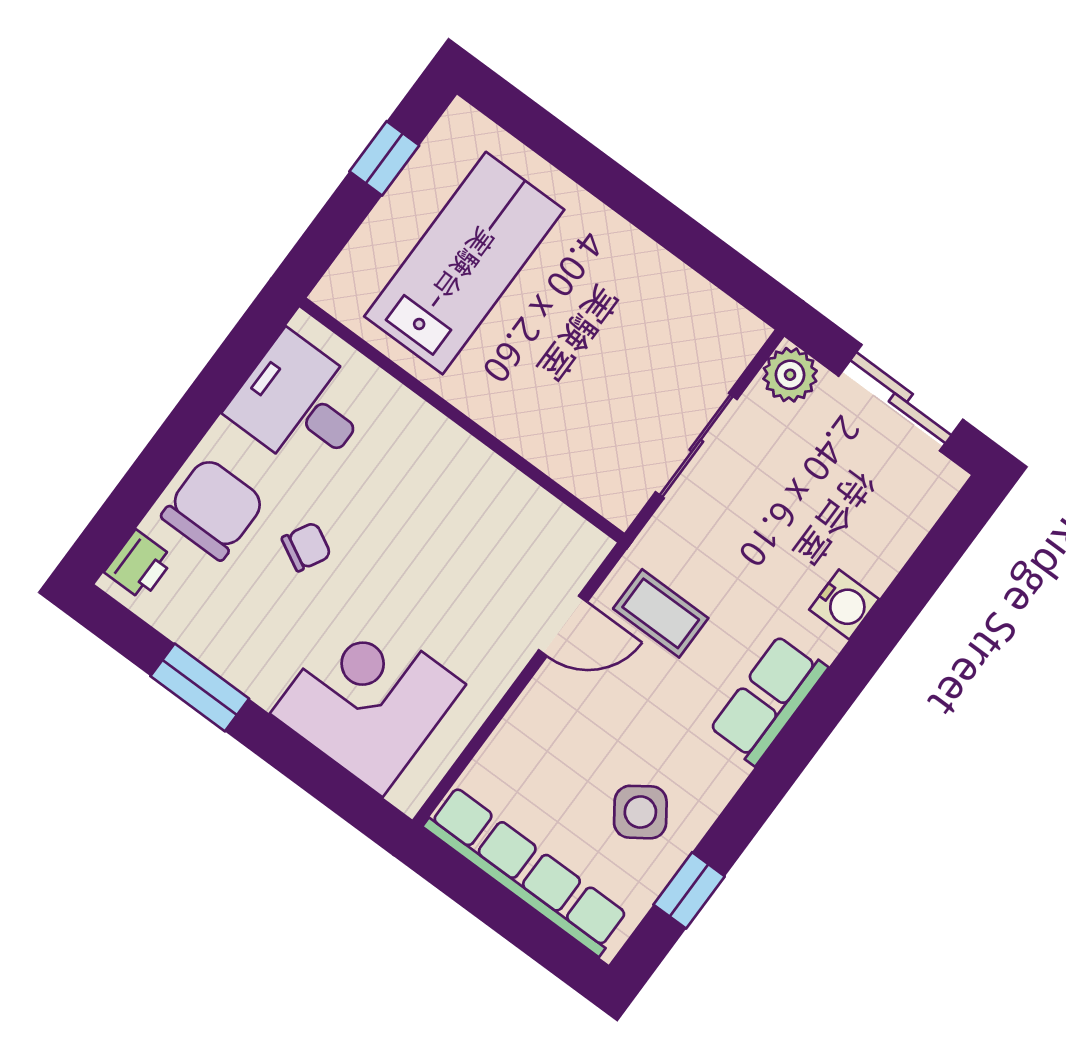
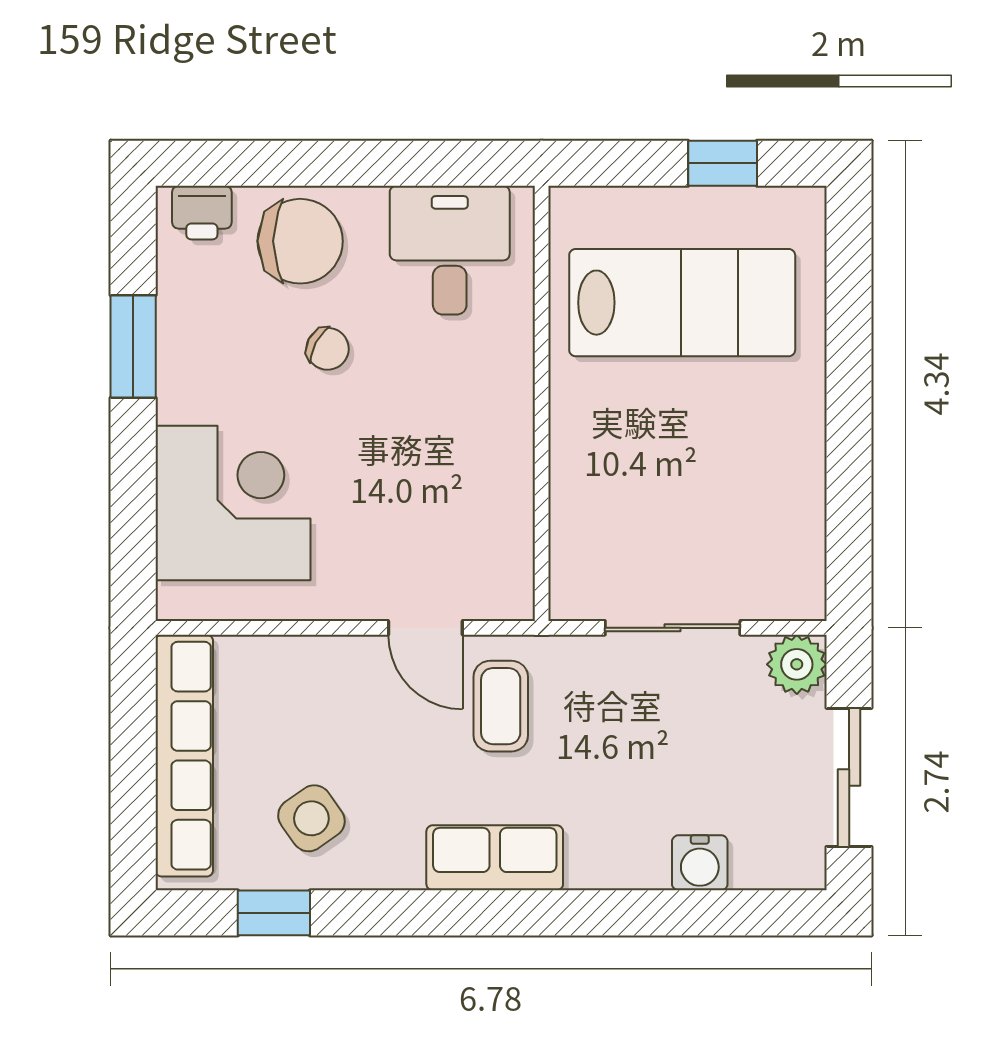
water cooler: (844, 604) -> (700, 863), moved

